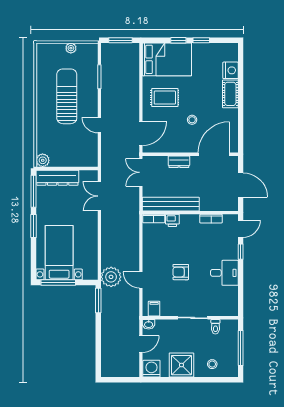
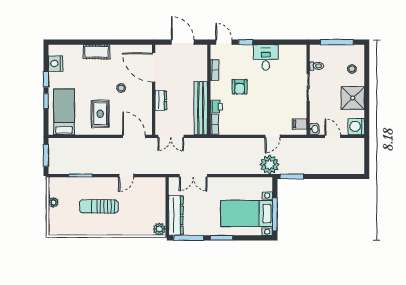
bed: (167, 59) -> (64, 112), width x0.67
nightstand: (231, 70) -> (56, 64), moved, turned -90
sun lounger: (67, 96) -> (99, 206), width x0.73, depth x0.75
door: (241, 185) -> (183, 42), hinge flipped
armchair: (181, 272) -> (240, 87), moved

